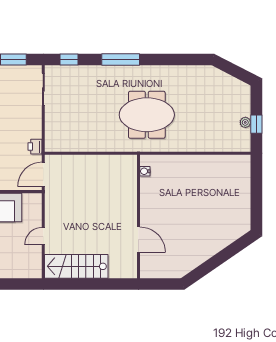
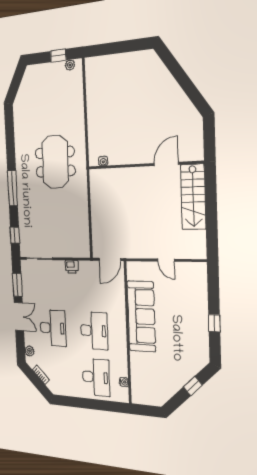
plant: (245, 122) -> (70, 65), moved
printer: (35, 147) -> (72, 267), moved
door: (43, 174) -> (110, 259), hinge flipped
stairs: (76, 266) -> (193, 197), moved

